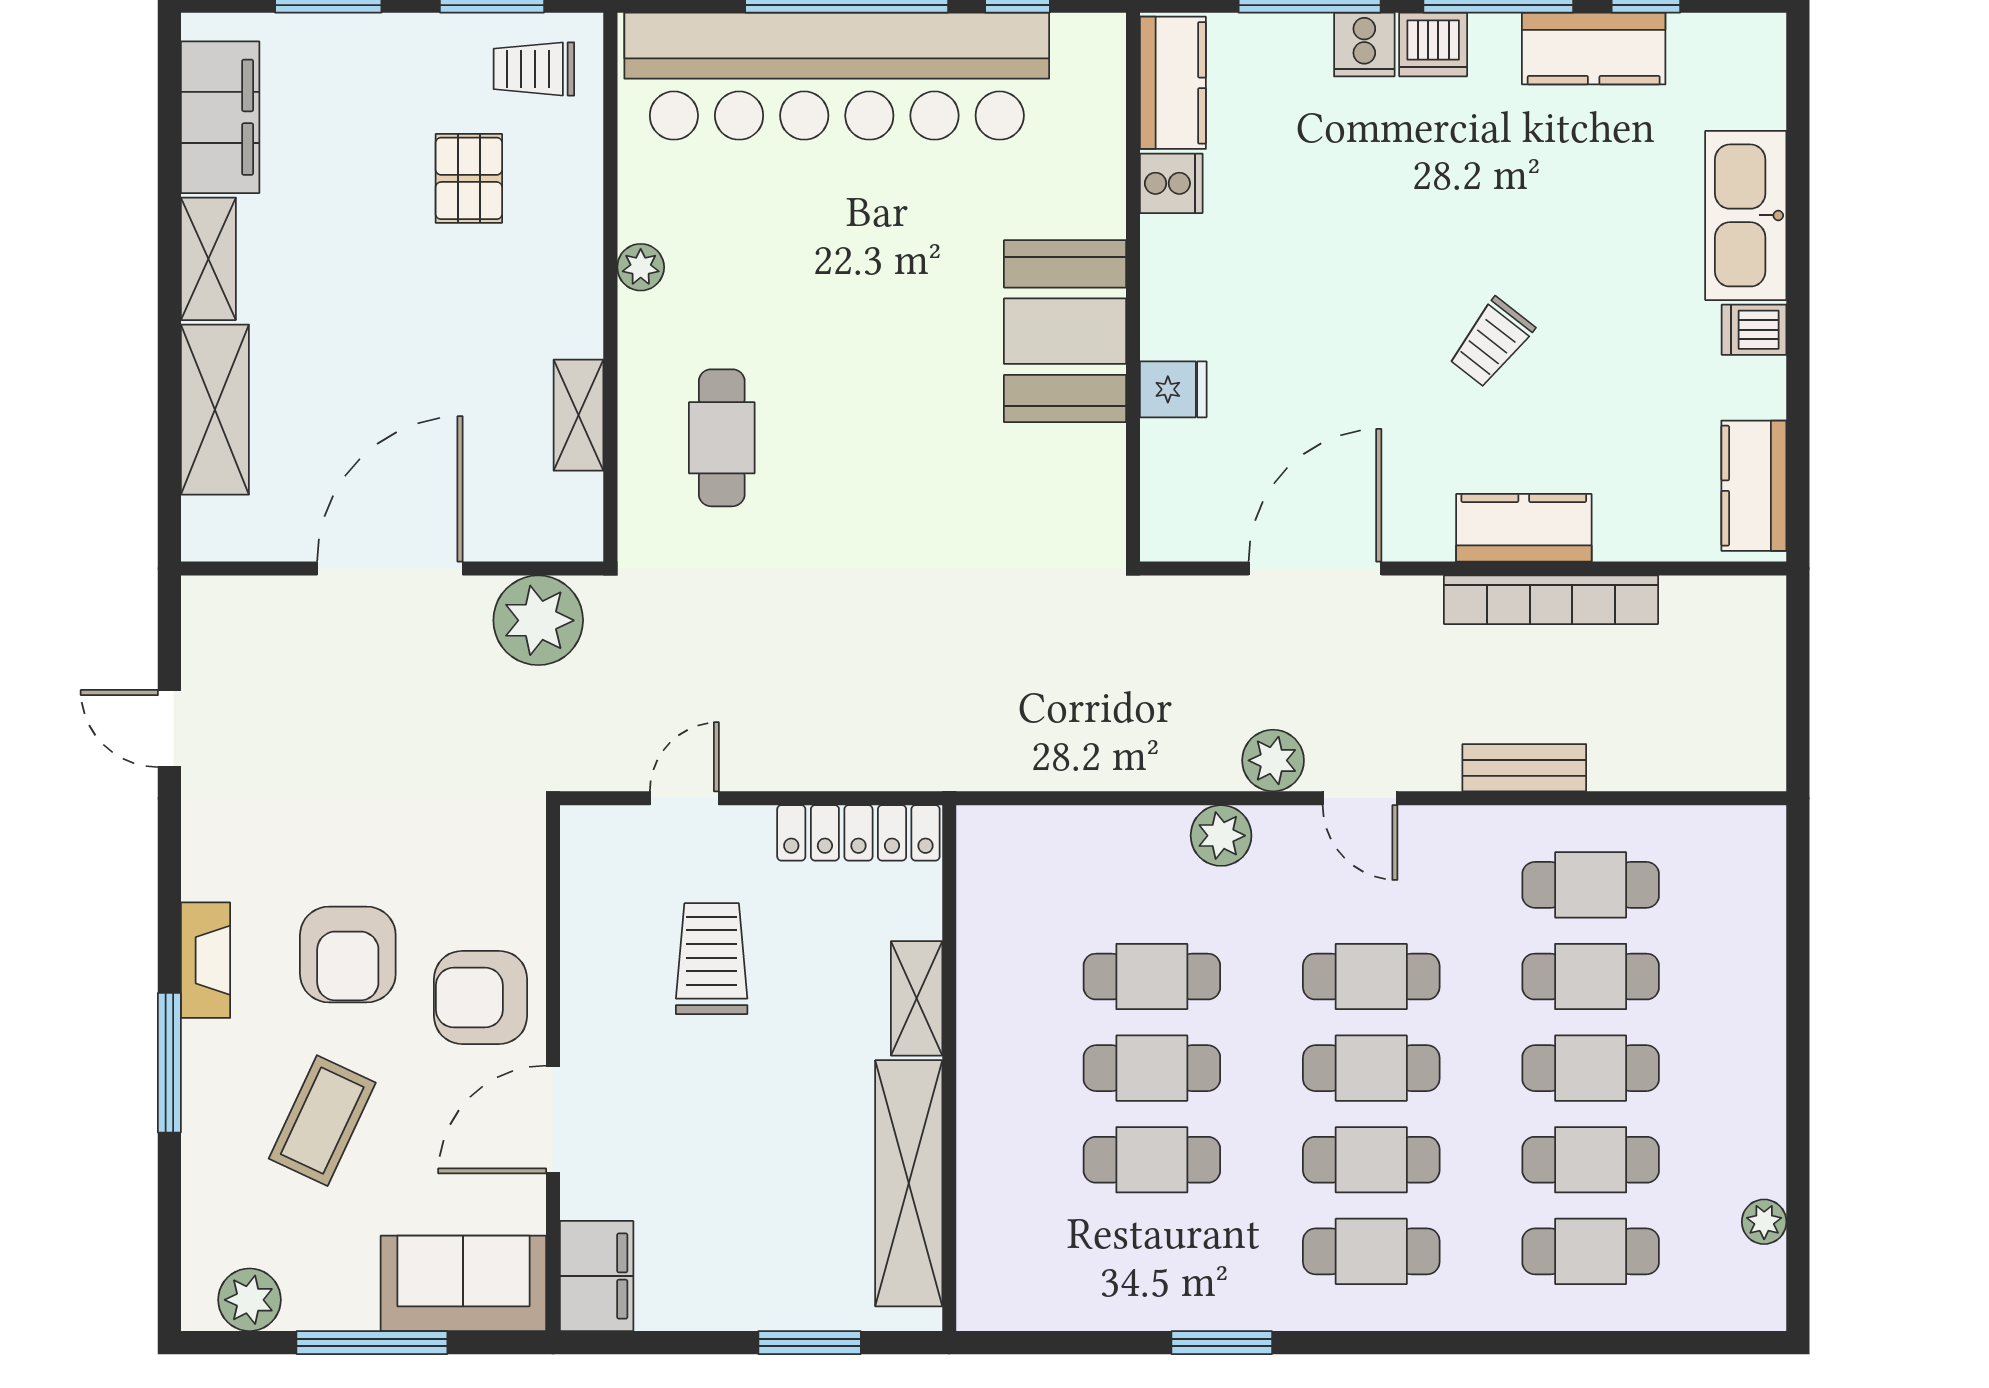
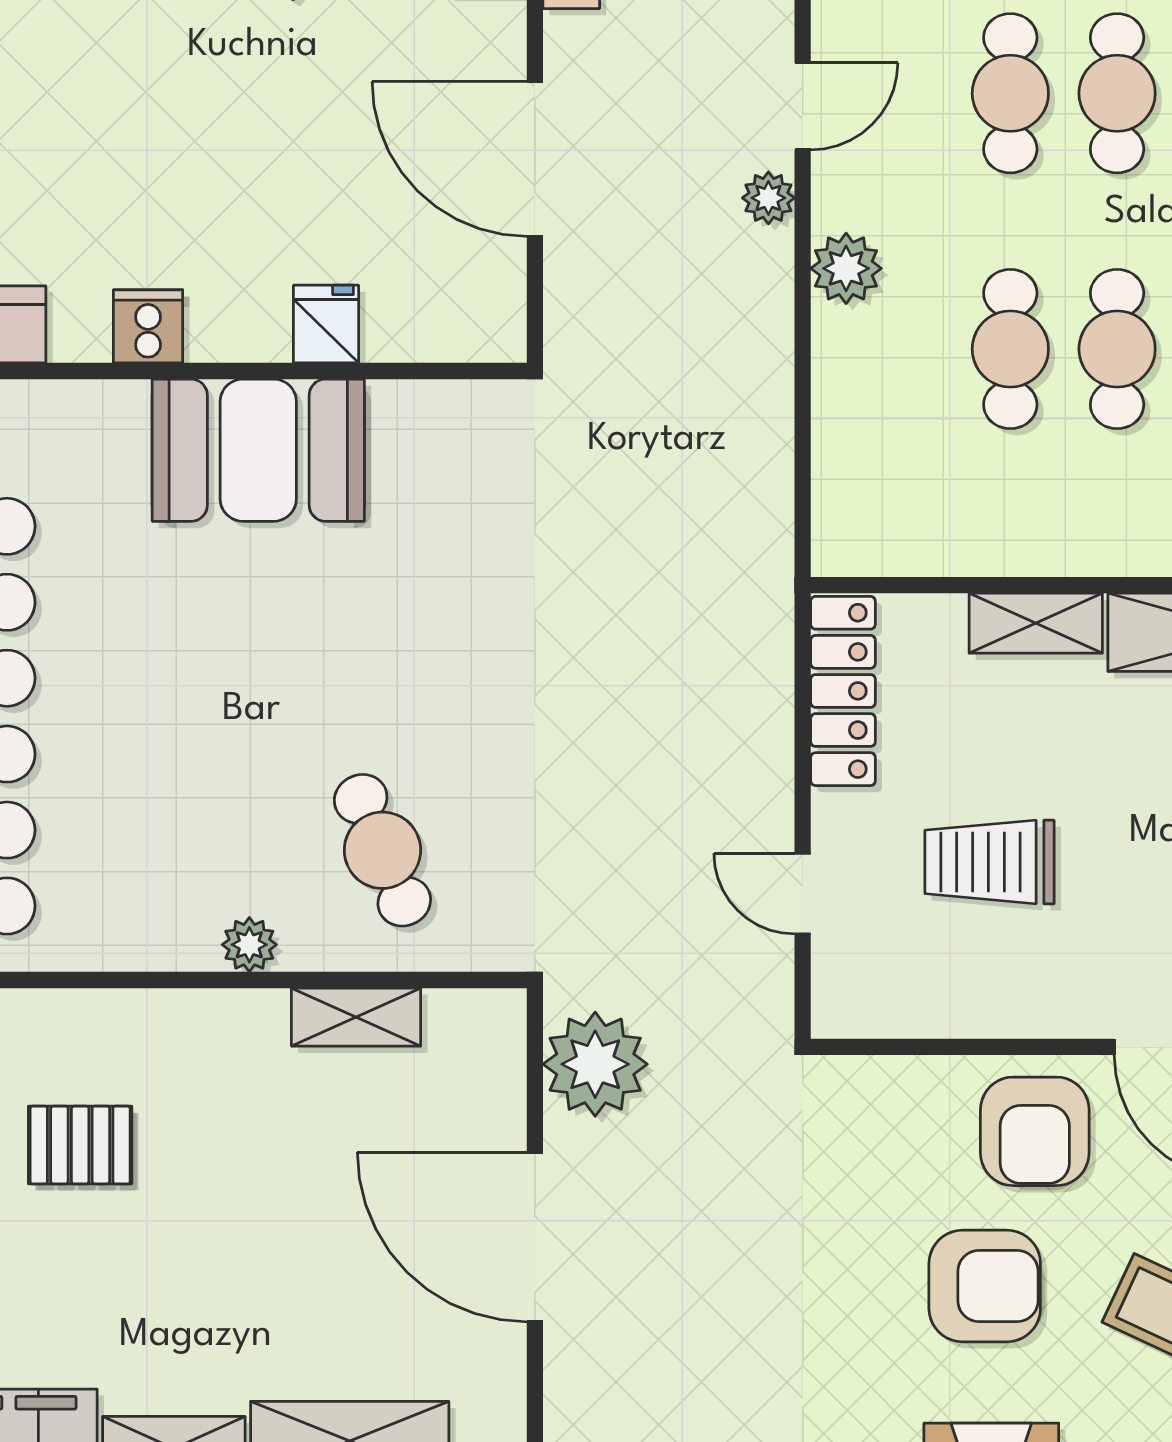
cooker: (1171, 183) -> (148, 326), moved
plant: (641, 267) -> (249, 945), moved
cafe table: (722, 438) -> (382, 850), turned 67
plant: (1273, 760) -> (768, 198), width x0.73, depth x0.73

